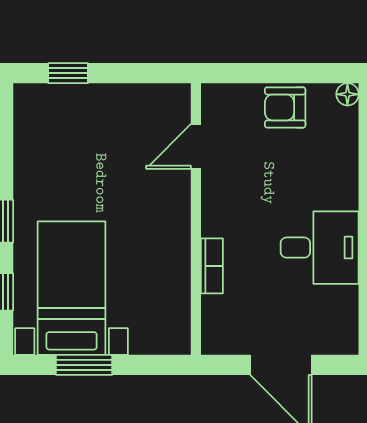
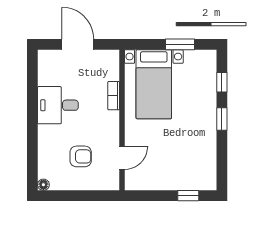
armchair: (285, 107) -> (81, 156), moved
bed with nightstands: (72, 288) -> (154, 84), moved

